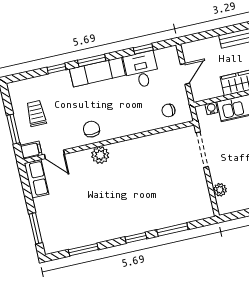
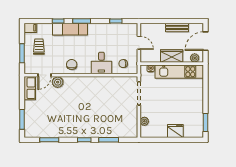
desk: (141, 70) -> (101, 63), moved, turned 180
exam couch: (97, 72) -> (70, 29), moved
door: (185, 74) -> (139, 43), hinge flipped
filing cabinet: (31, 150) -> (30, 28), moved
door: (54, 154) -> (45, 75), hinge flipped
plant: (100, 155) -> (58, 82), moved

